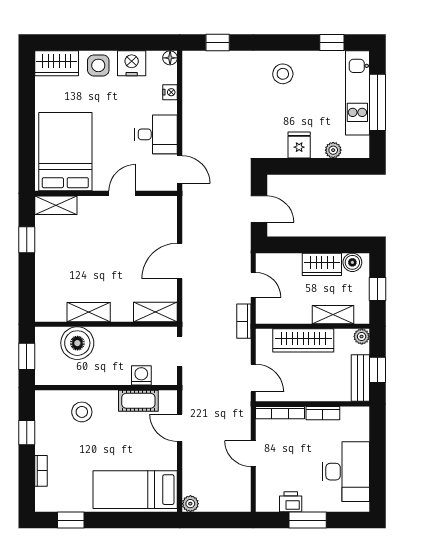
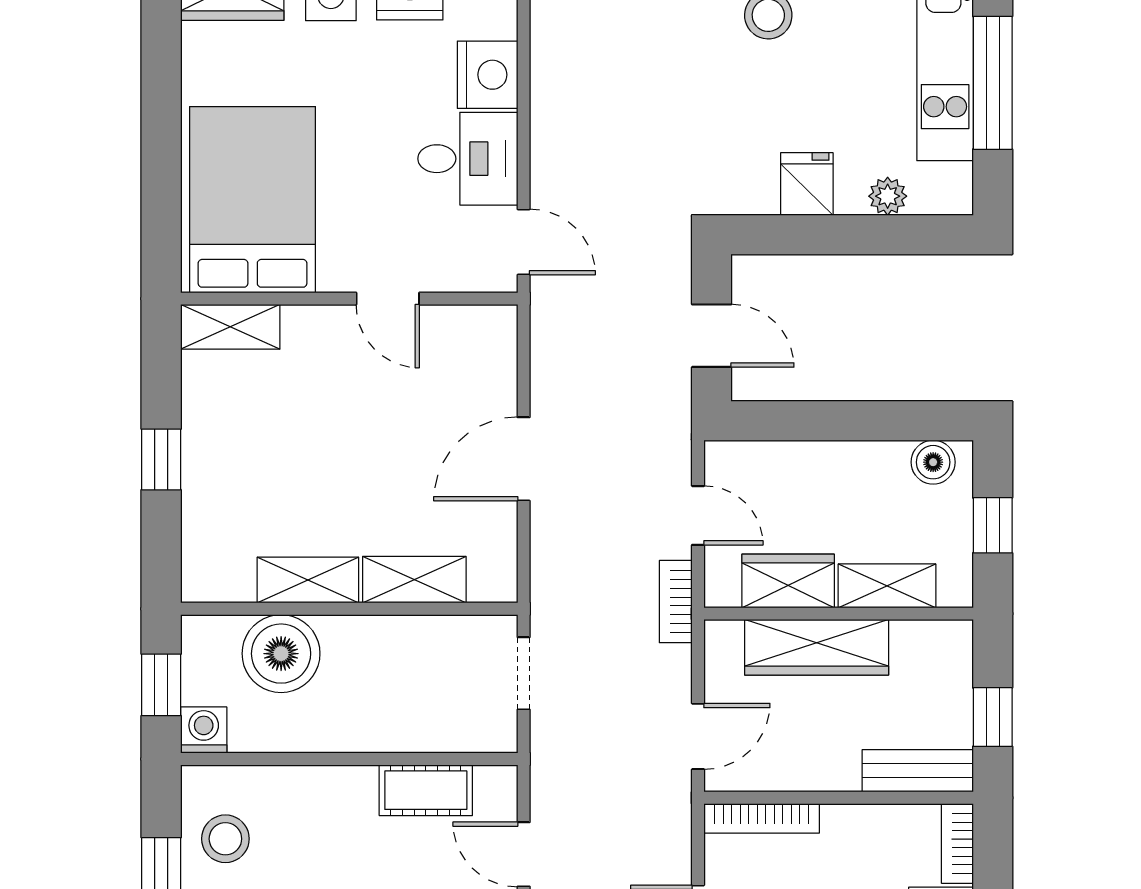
nightstand: (170, 92) -> (488, 75), width x1.89, depth x1.79
door: (122, 193) -> (388, 299), swing flipped
window: (27, 240) -> (161, 459), moved
wardrobe: (322, 264) -> (788, 581), moved, turned 180
shelving: (155, 312) -> (414, 580), moved
plant: (362, 337) -> (955, 638), removed
washing machine: (141, 375) -> (204, 730), moved
door: (253, 378) -> (698, 736), hinge flipped
bench: (360, 378) -> (918, 771), moved, turned 90
stool: (82, 412) -> (225, 839), moved
bookcase: (323, 413) -> (957, 843), moved, turned 90

